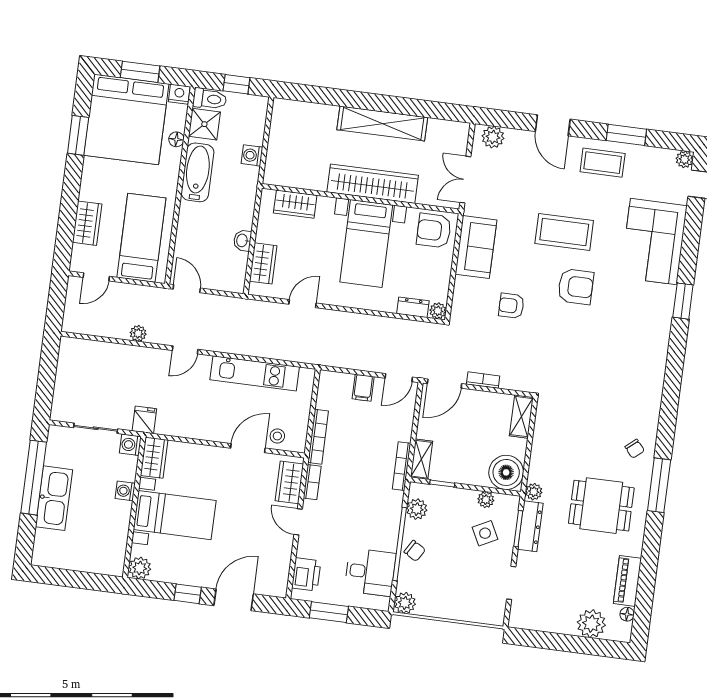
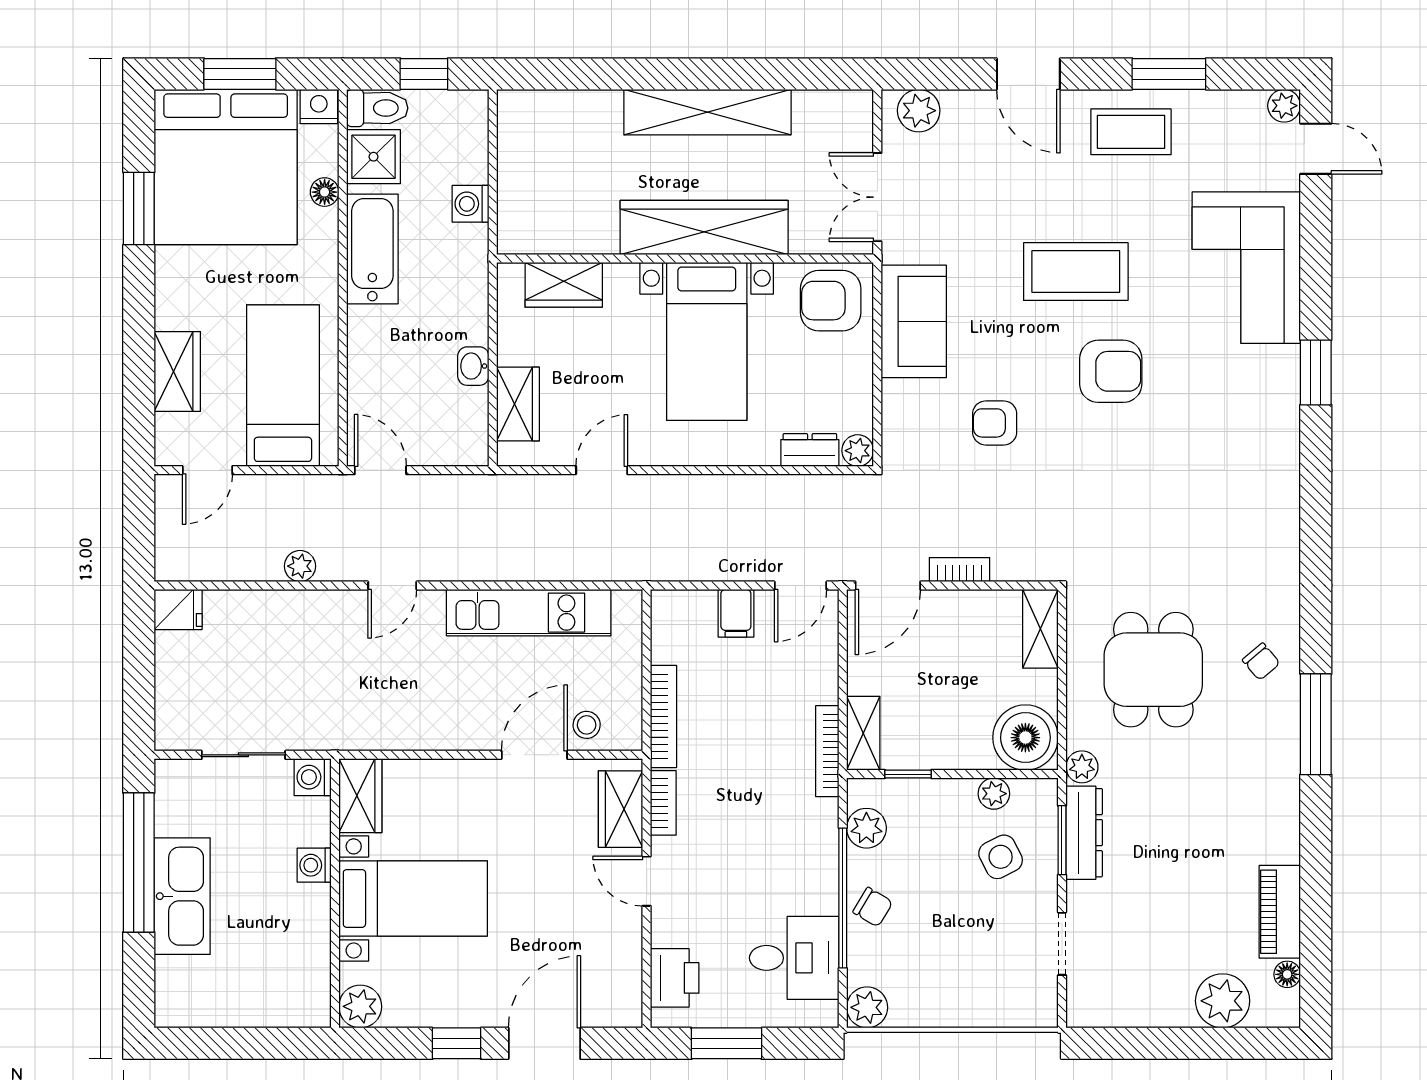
fridge: (144, 420) -> (178, 609), moved, turned 90
dining table: (601, 506) -> (1153, 670), moved, turned 90

